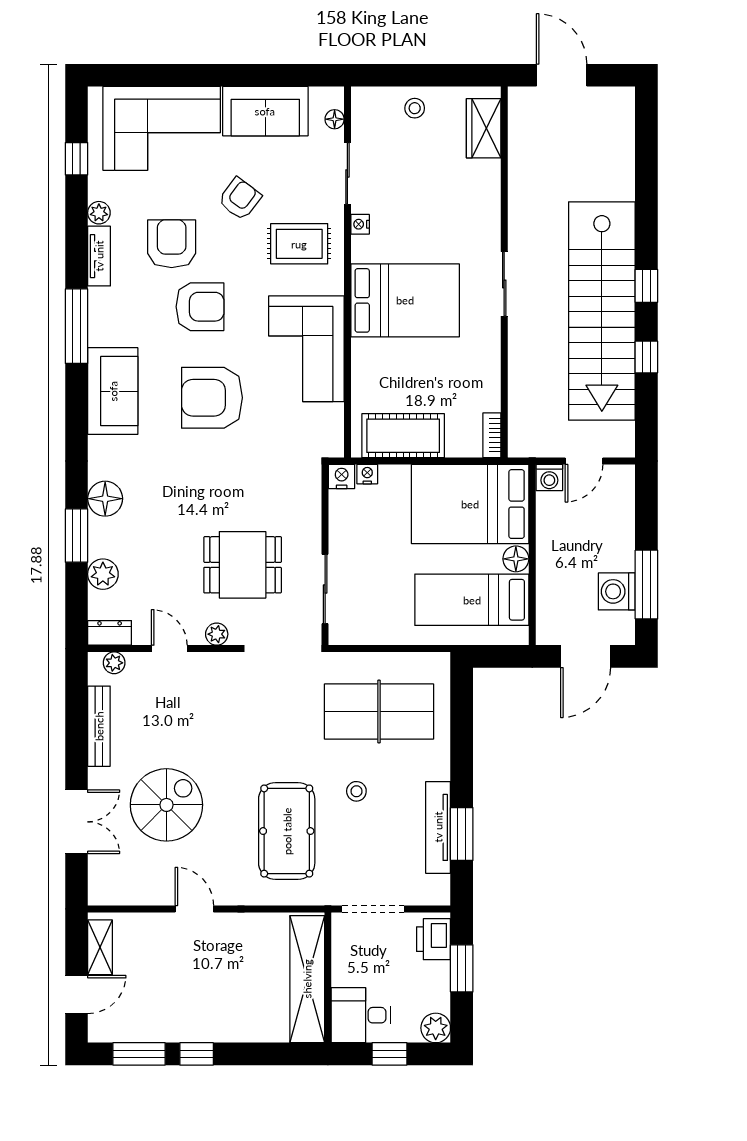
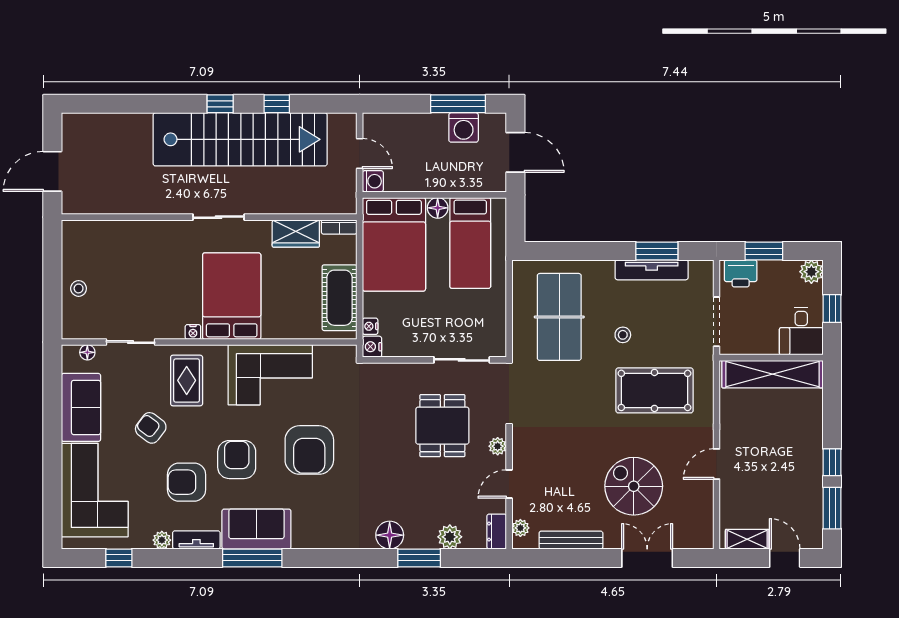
wardrobe: (484, 128) -> (296, 234), moved
nightstand: (360, 224) -> (193, 332), moved
sofa: (113, 391) -> (256, 529), moved

